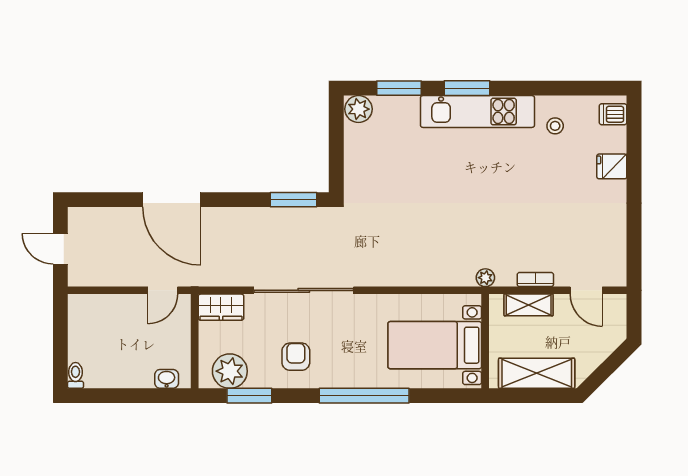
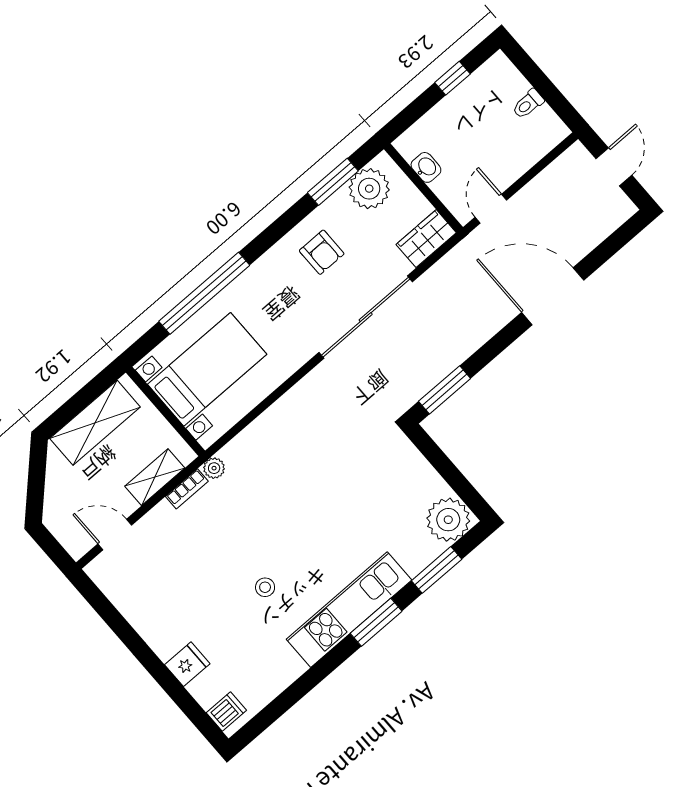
plant: (359, 109) -> (448, 520), width x1.36, depth x1.36
stool: (555, 126) -> (265, 587), moved
door: (60, 249) -> (614, 167), hinge flipped
bookcase: (535, 280) -> (187, 489), moved
toilet: (75, 375) -> (528, 104), moved, turned 90
washbasin: (167, 379) -> (426, 167), moved, turned -90
window: (115, 396) -> (453, 78), added
window: (364, 396) -> (204, 293), moved

